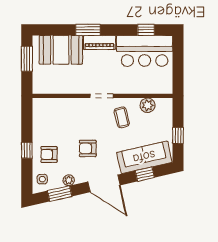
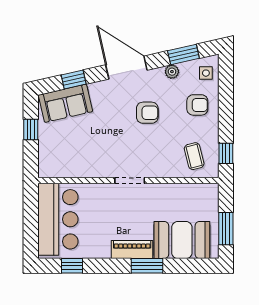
bar counter: (145, 51) -> (58, 219), moved, turned 90
plant: (148, 105) -> (70, 168), removed
coffee table: (122, 117) -> (194, 156), moved
window: (27, 150) -> (226, 153), moved
sofa: (144, 157) -> (65, 103), width x0.73

